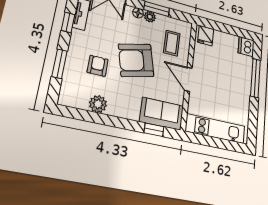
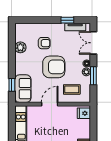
armchair: (136, 60) -> (54, 67), turned 104
window: (60, 64) -> (40, 20), removed

